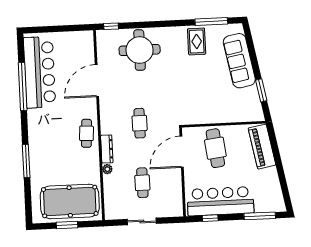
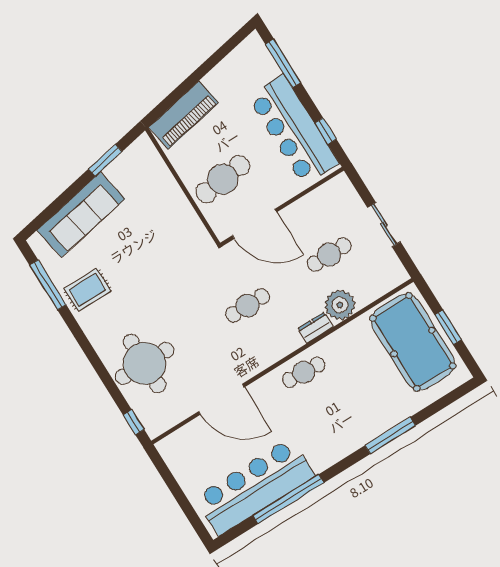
dresser: (107, 149) -> (316, 328), width x0.70
plant: (107, 169) -> (340, 305), width x1.87, depth x1.87

